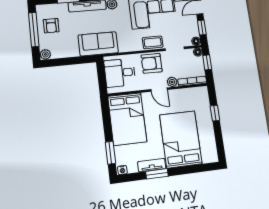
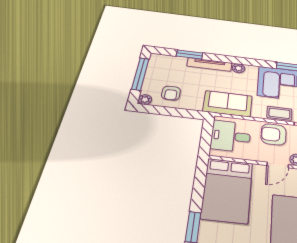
armchair: (51, 26) -> (171, 93), moved
sofa: (98, 44) -> (228, 104), moved
door: (159, 90) -> (278, 165), hinge flipped

